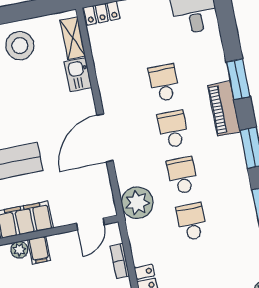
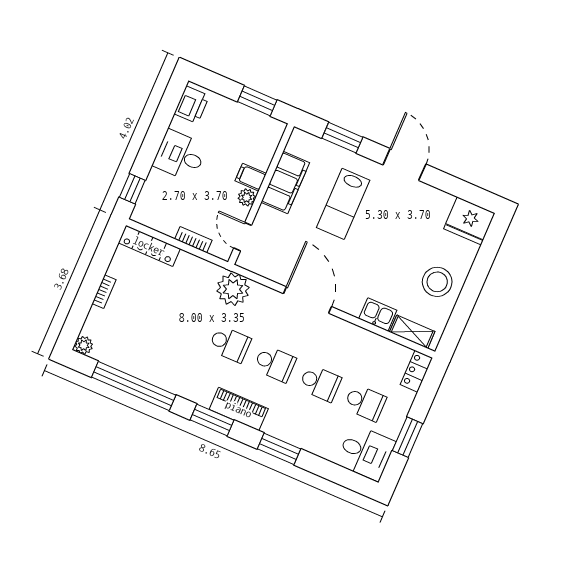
piano: (224, 109) -> (239, 409), moved
school desk: (192, 222) -> (365, 403), moved
plant: (19, 250) -> (247, 197), moved

